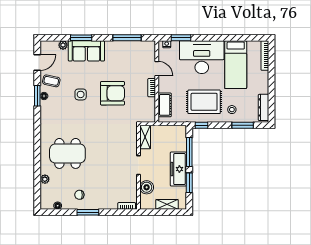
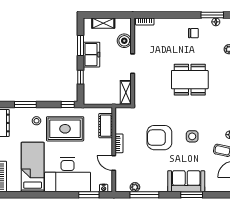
plant: (63, 45) -> (135, 187), moved
window: (189, 152) -> (80, 77), width x0.46
dining table: (67, 153) -> (190, 80), moved
freezer: (178, 169) -> (92, 55), width x0.71
window: (88, 212) -> (212, 15), moved

